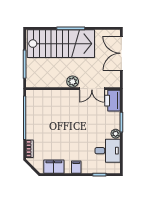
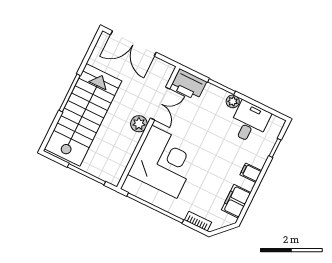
corner desk: (56, 109) -> (164, 162), added

